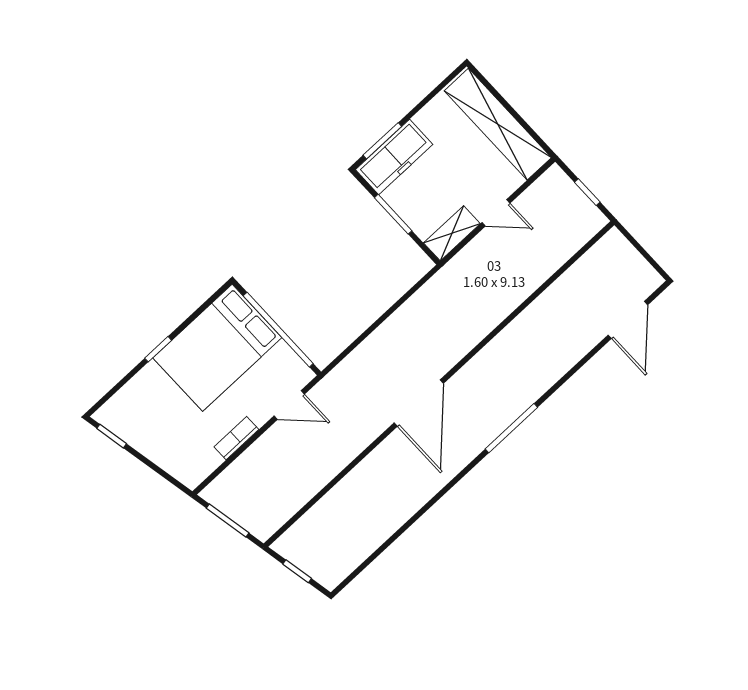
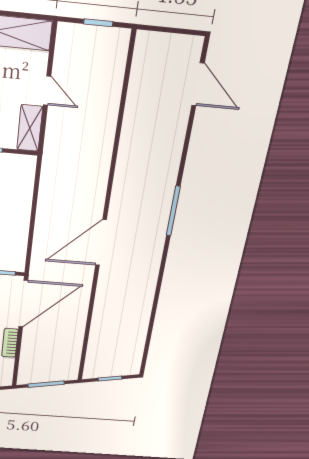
door: (496, 213) -> (47, 91), hinge flipped
door: (419, 403) -> (101, 243), swing flipped
door: (289, 405) -> (23, 304), width x1.87

